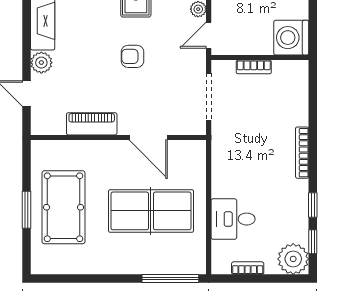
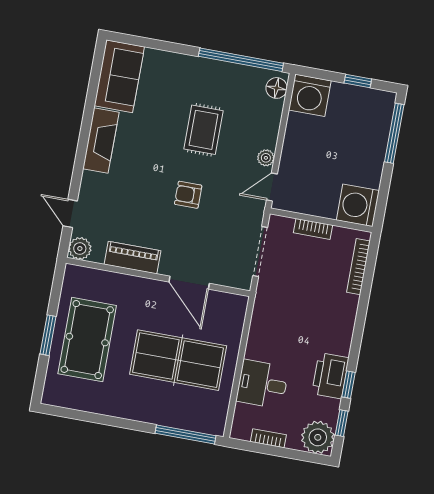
plant: (41, 63) -> (80, 249), moved
bookcase: (302, 153) -> (358, 267), moved
printer: (294, 200) -> (330, 376), added

